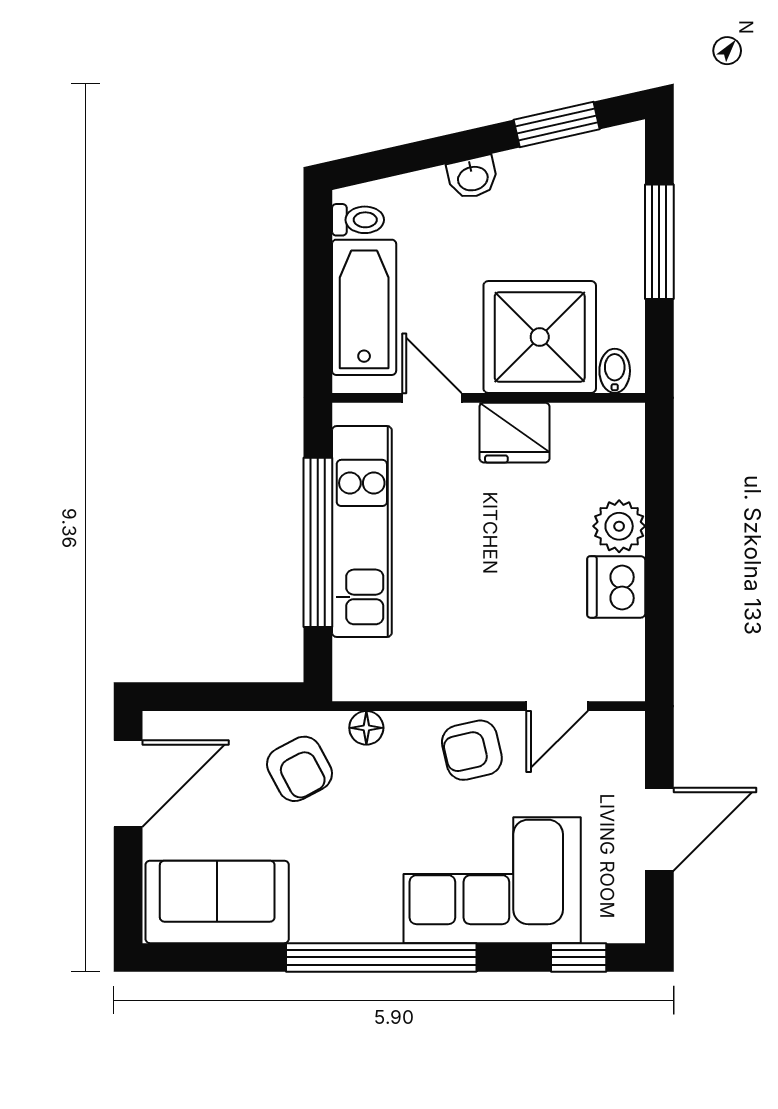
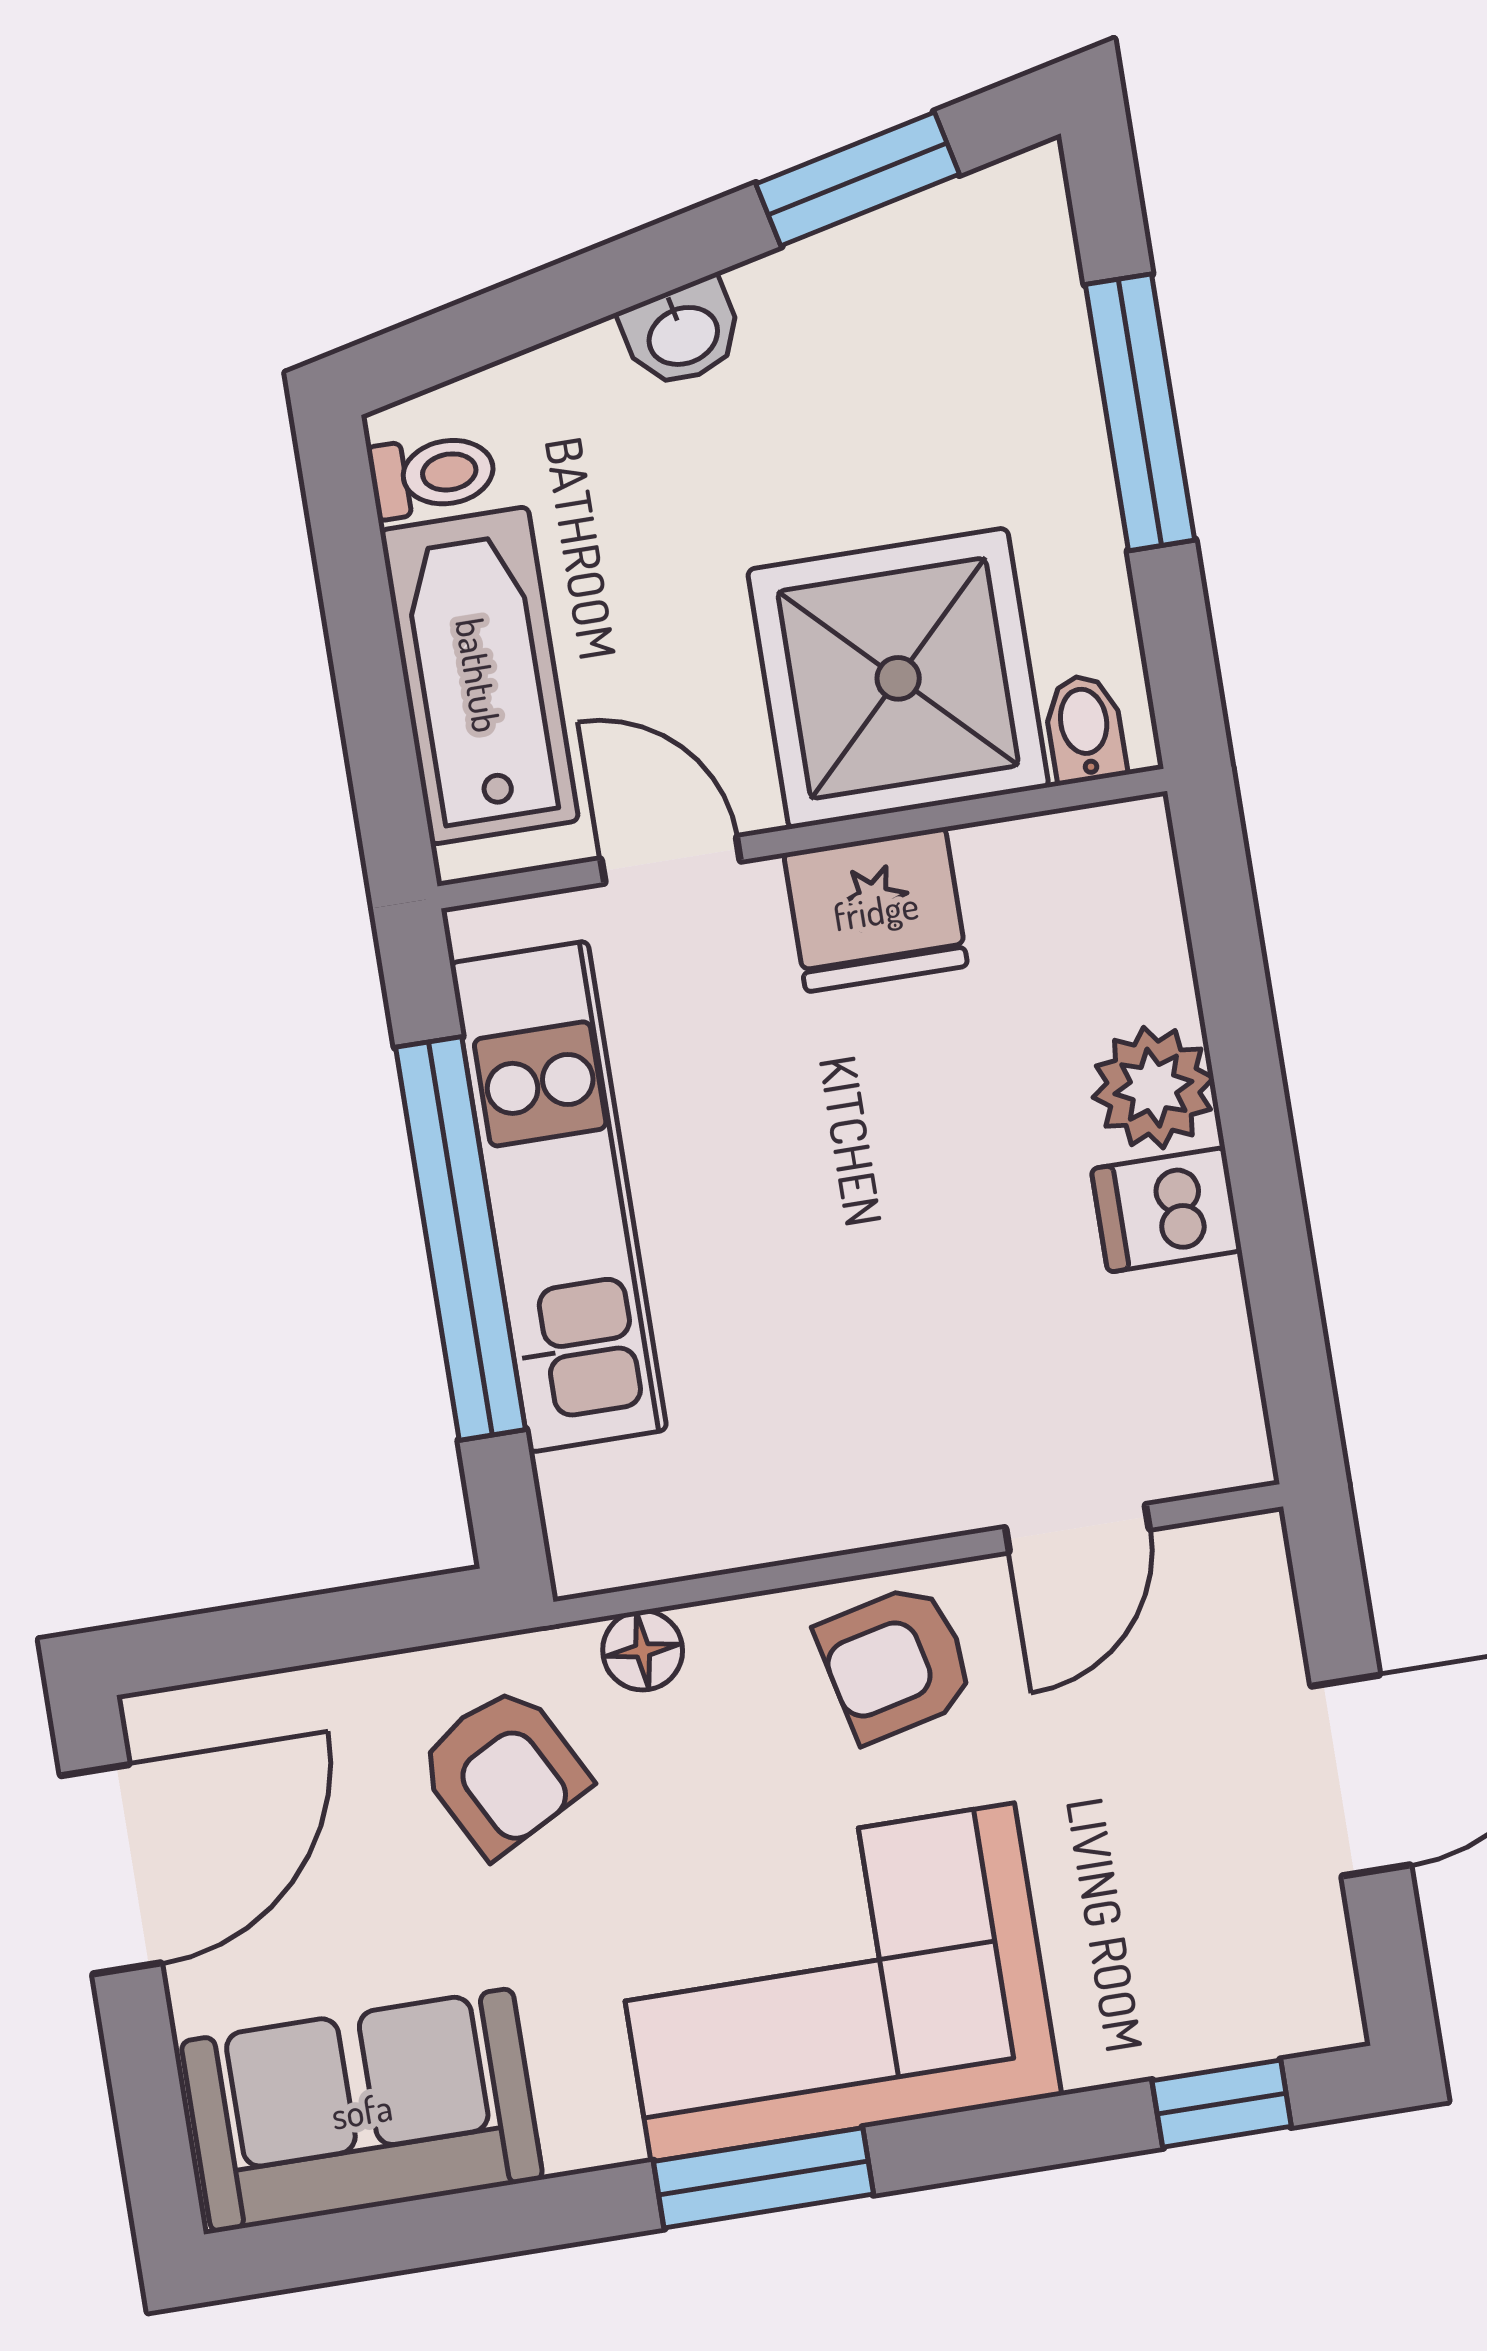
dishwasher: (616, 587) -> (1167, 1210), width x0.73
corner sofa: (492, 880) -> (833, 1982), moved
window: (381, 957) -> (763, 2178), width x0.47

